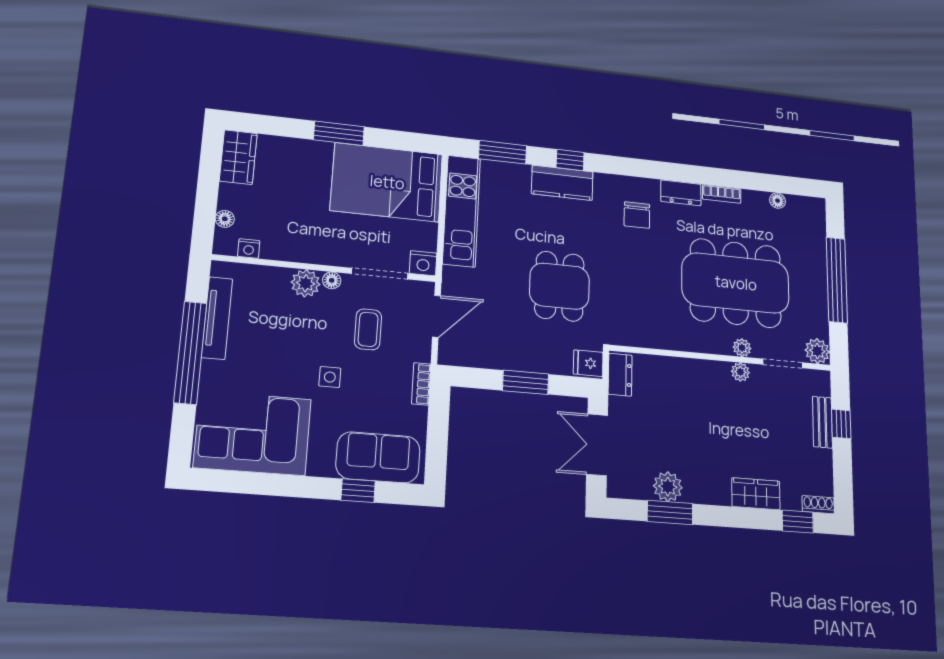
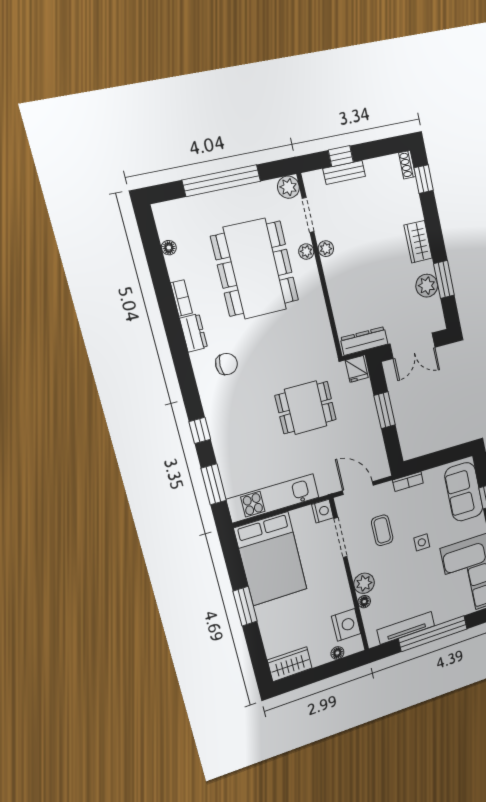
kitchen counter: (562, 183) -> (222, 431), removed
nightstand: (249, 249) -> (346, 625), width x1.89, depth x1.79
floor lamp: (332, 280) -> (364, 602), moved
coffee table: (368, 329) -> (382, 530), turned 90
dresser: (620, 375) -> (364, 341), width x1.44
wardrobe: (756, 494) -> (418, 242), moved

